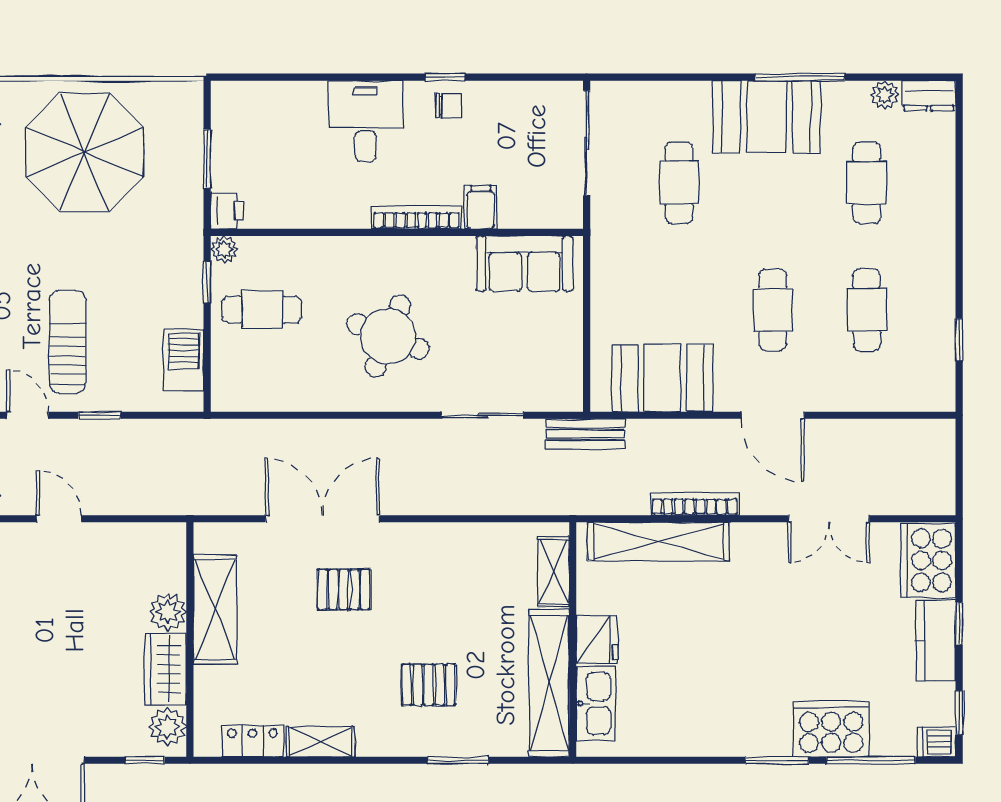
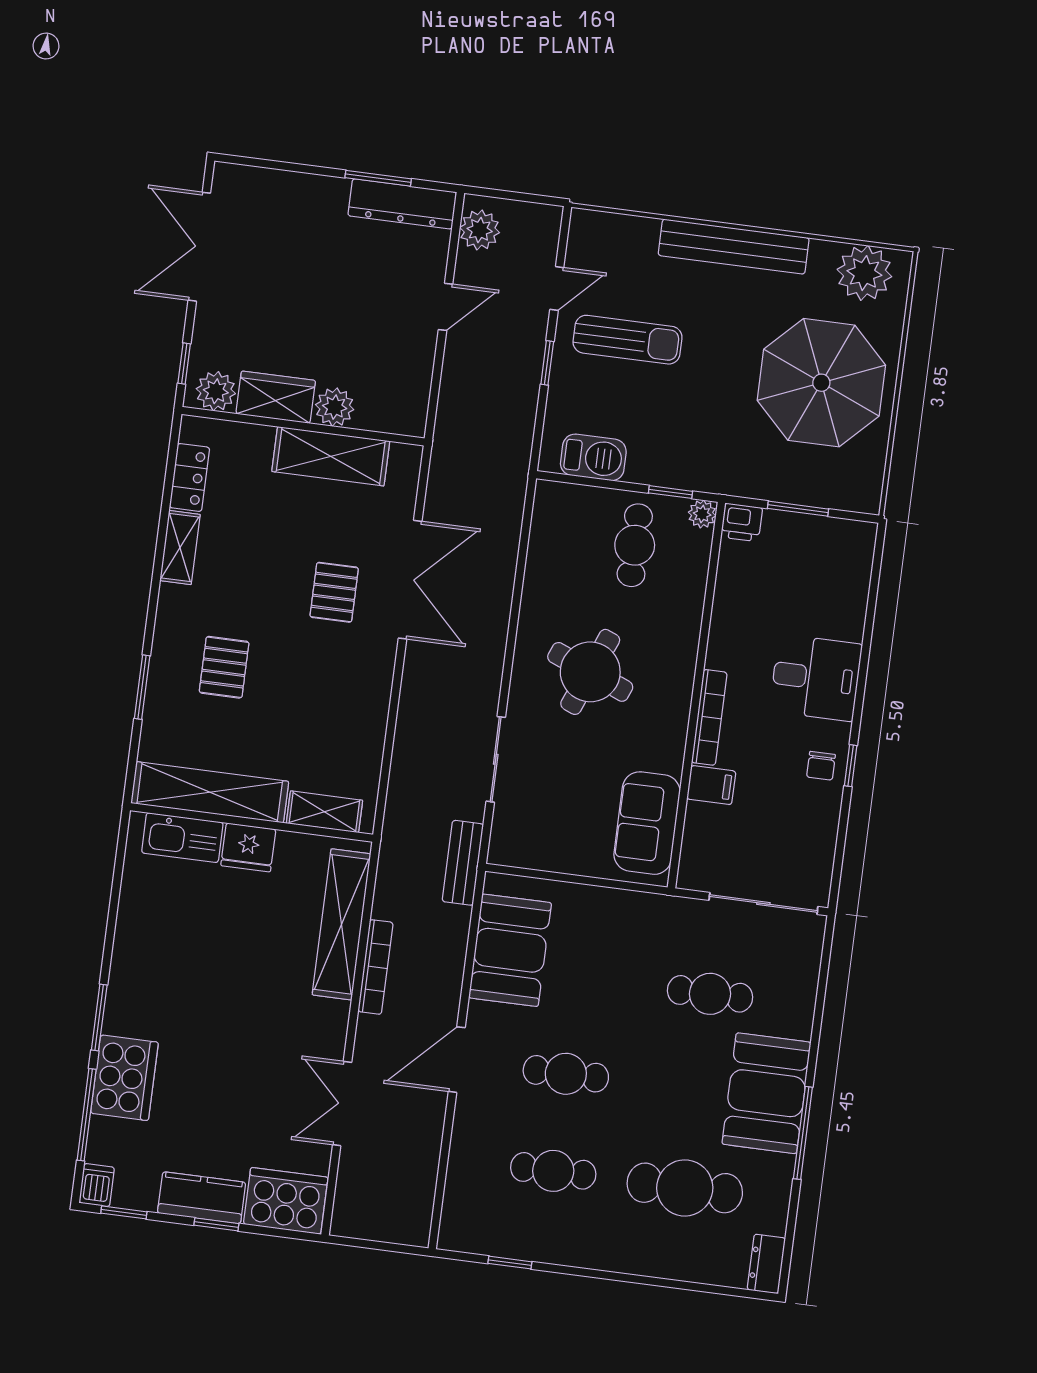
plant: (885, 95) -> (773, 1218), removed
cafe table: (867, 183) -> (685, 1188), width x1.37, depth x1.35

